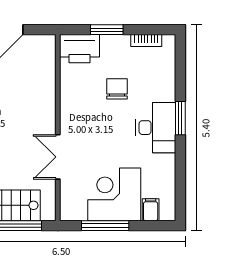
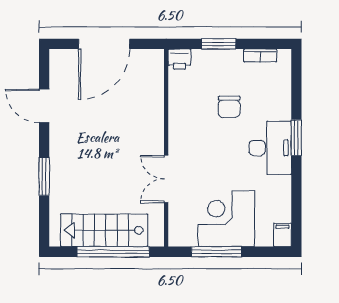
printer: (79, 49) -> (179, 59), width x0.53, depth x0.68
chair: (117, 89) -> (229, 107), turned 180
filing cabinet: (151, 210) -> (282, 235), moved

